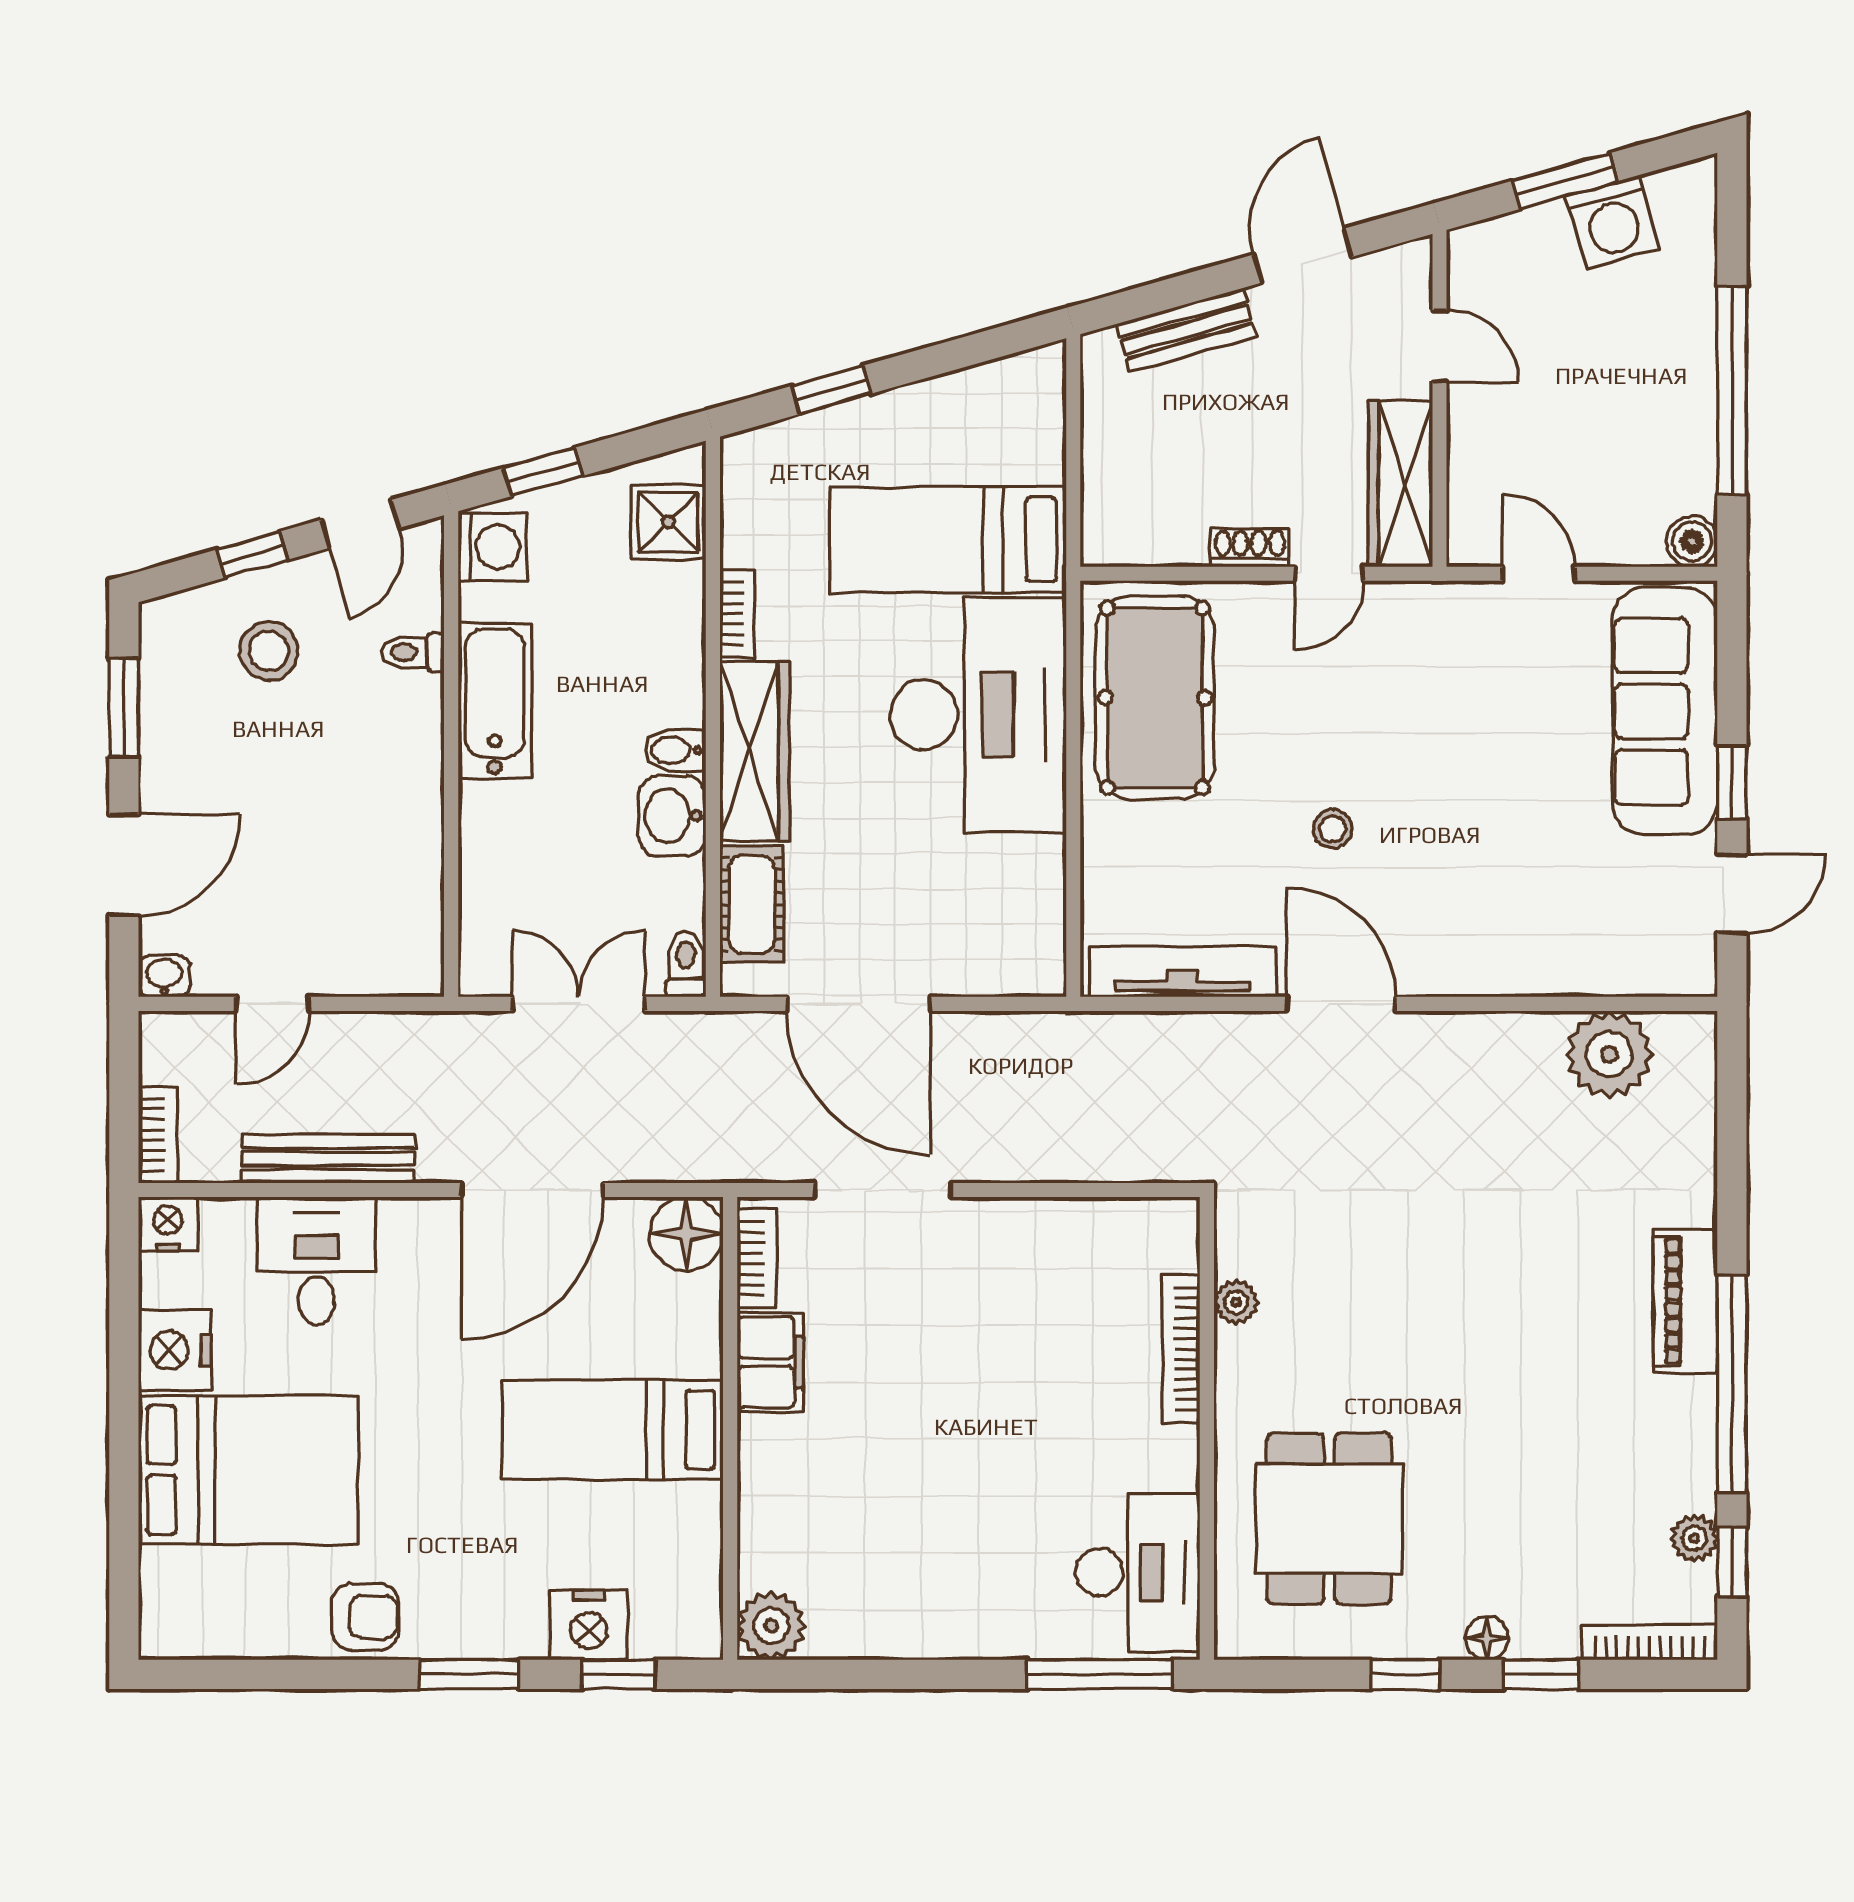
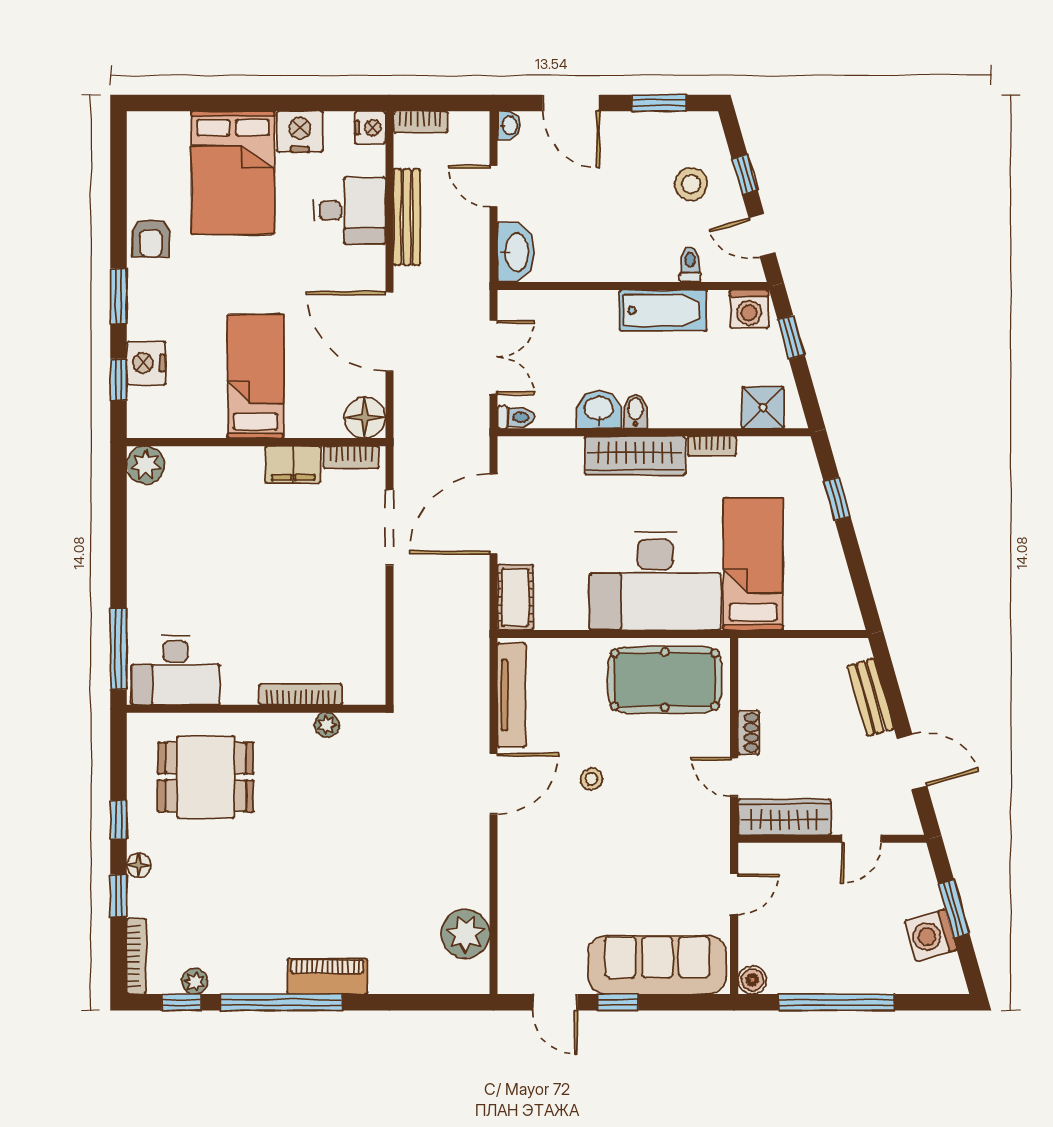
cot: (752, 904) -> (515, 597), moved, turned 90
washbasin: (391, 964) -> (516, 252), added

